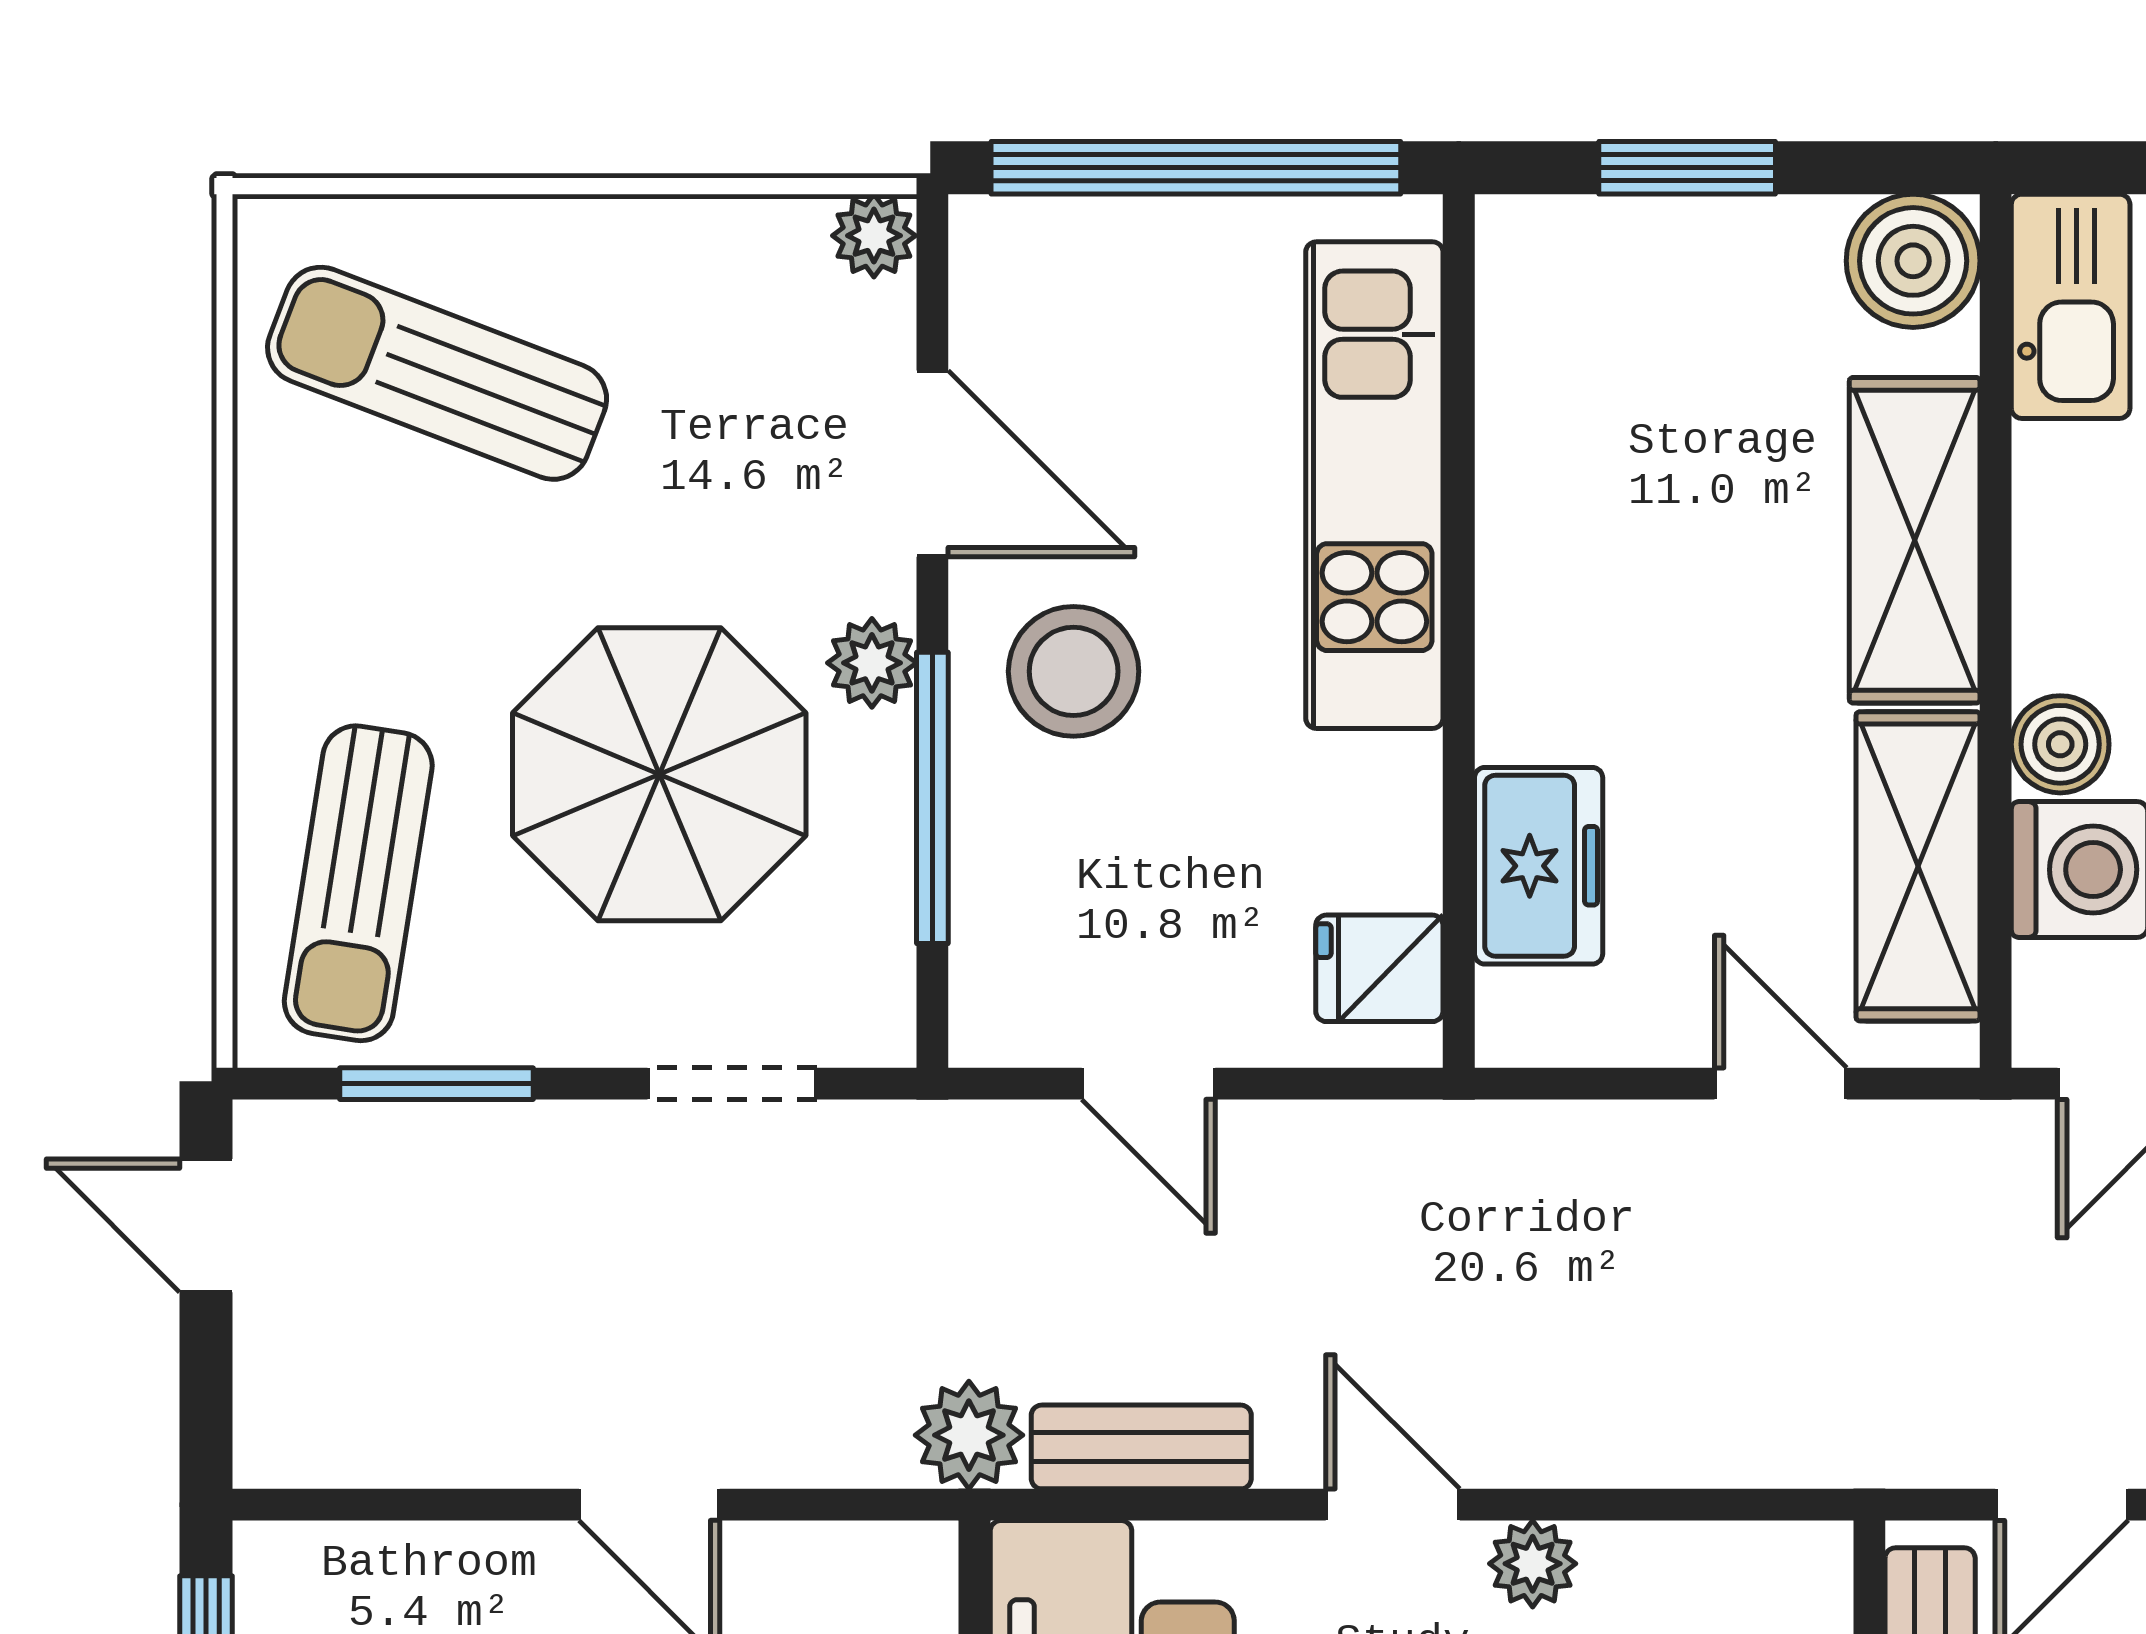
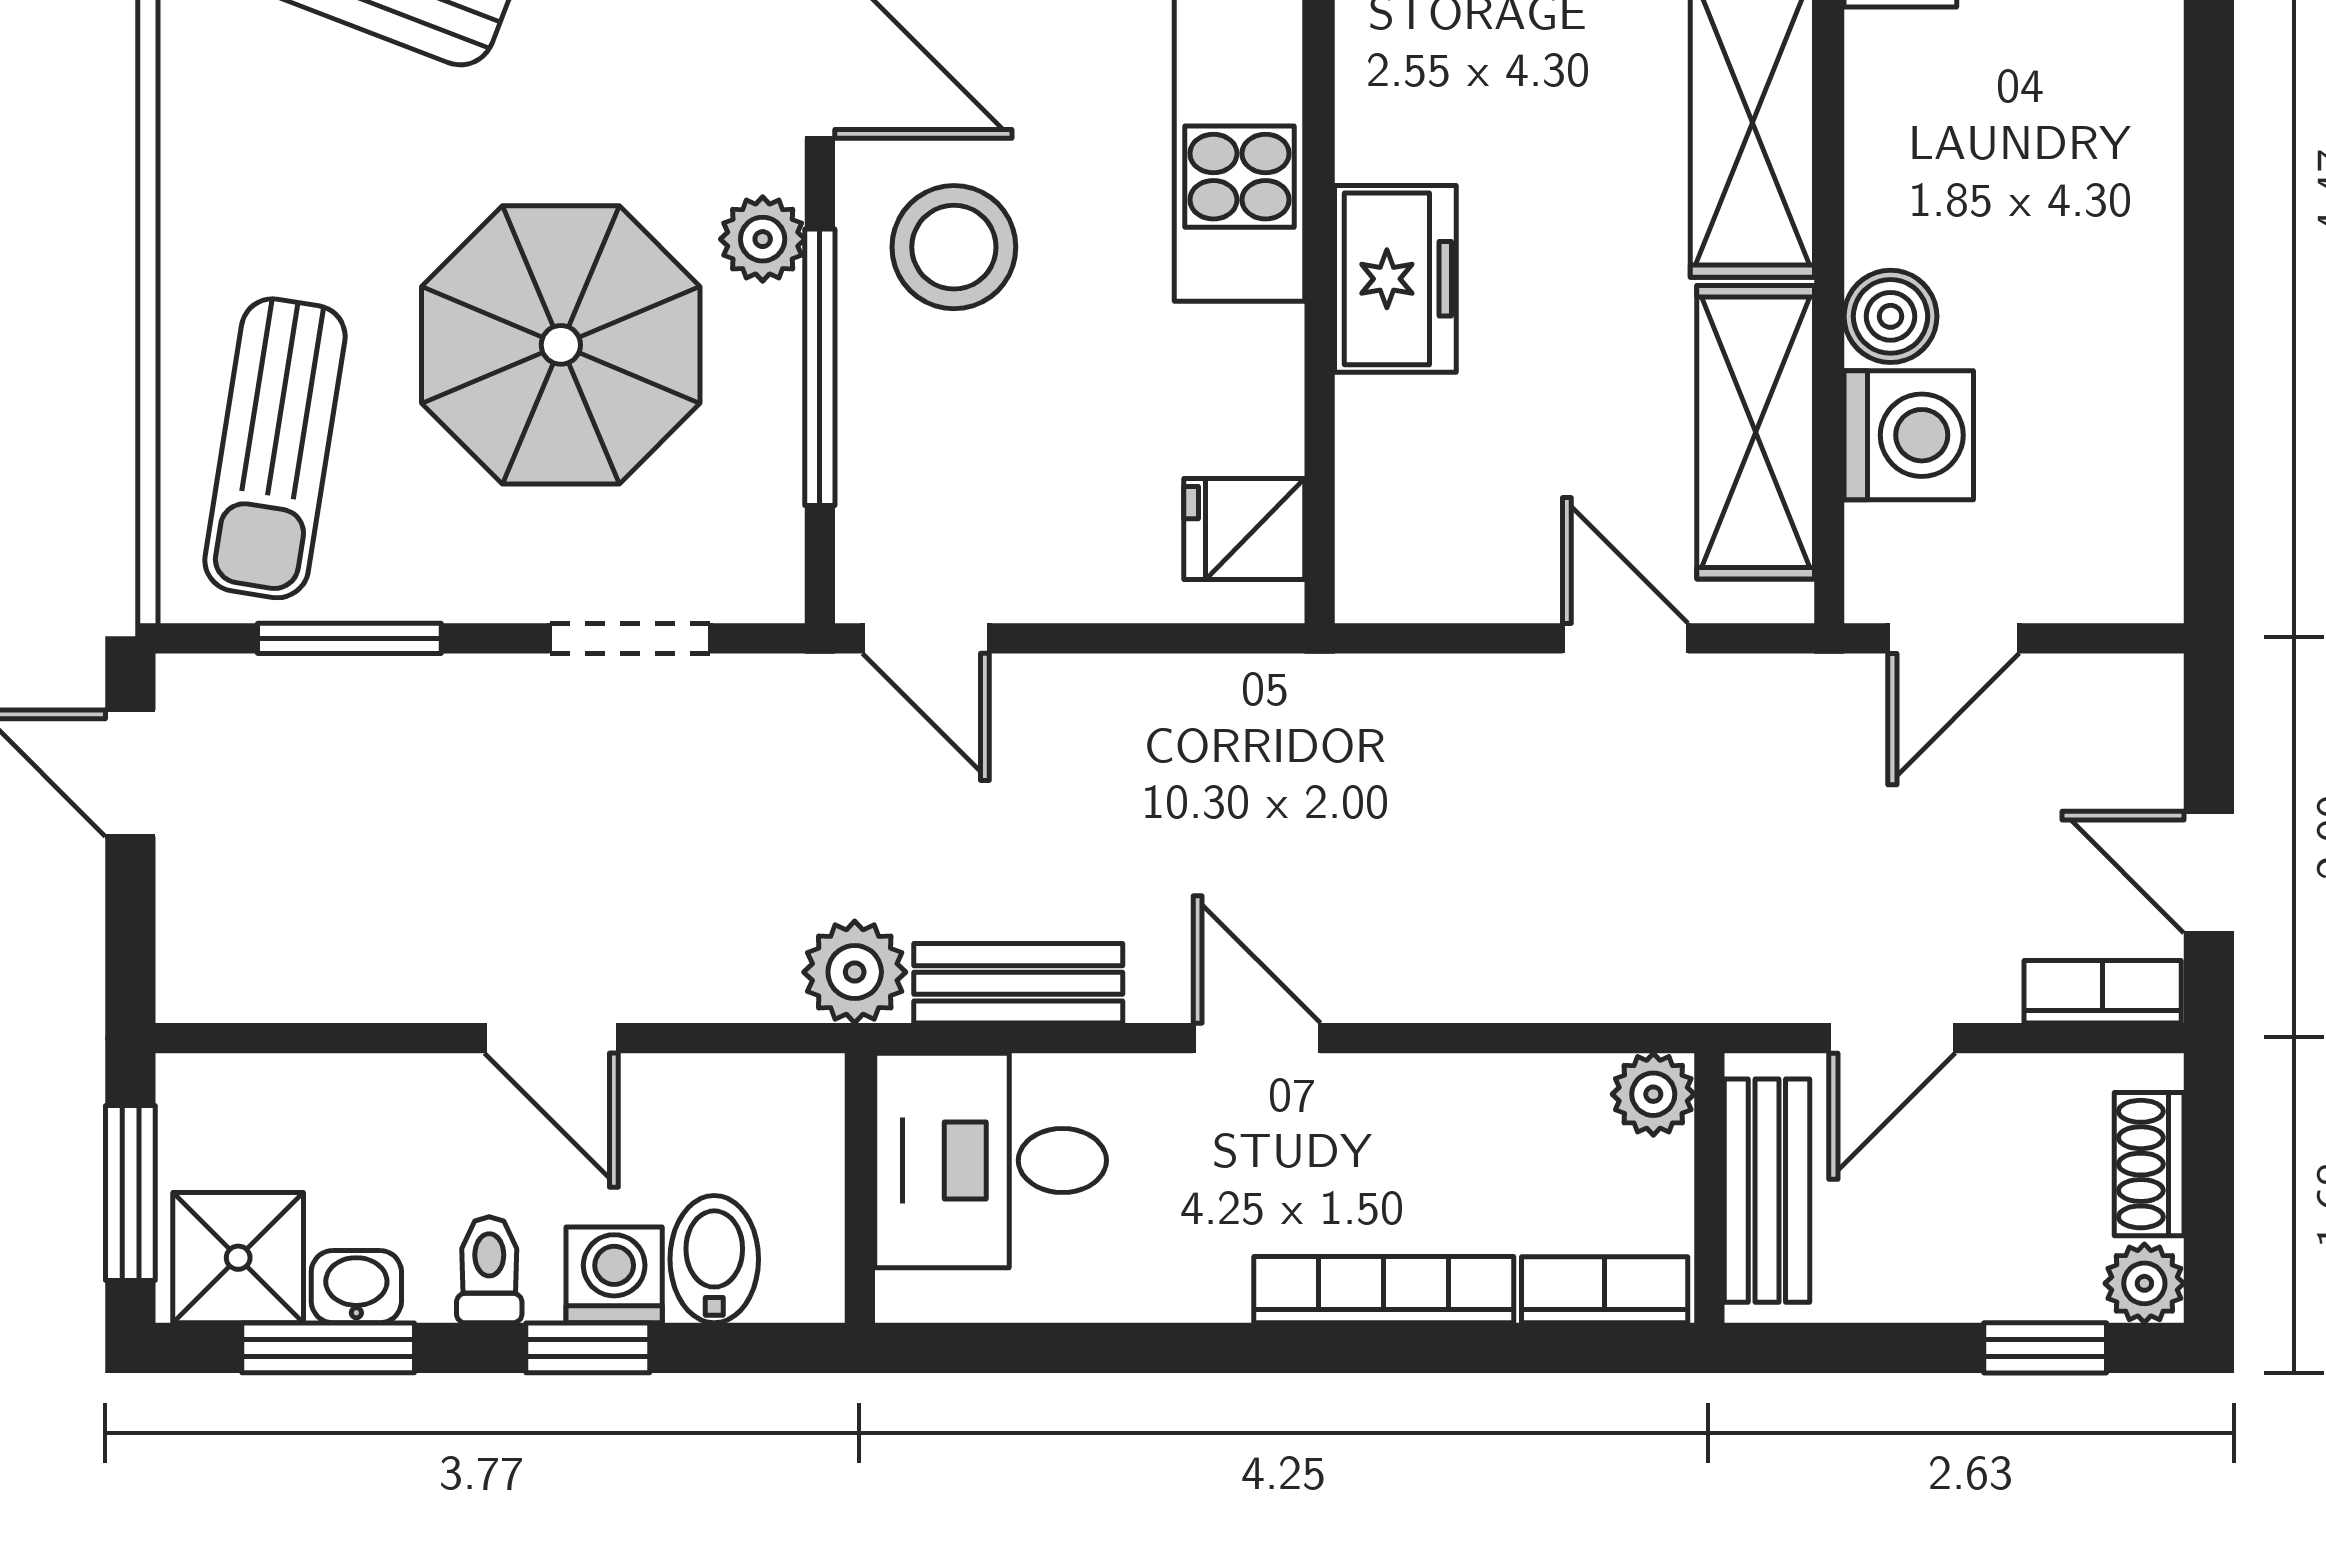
freezer: (1539, 866) -> (1395, 279), moved
door: (1148, 1084) -> (926, 638), moved
plant: (1533, 1564) -> (1653, 1094), moved

